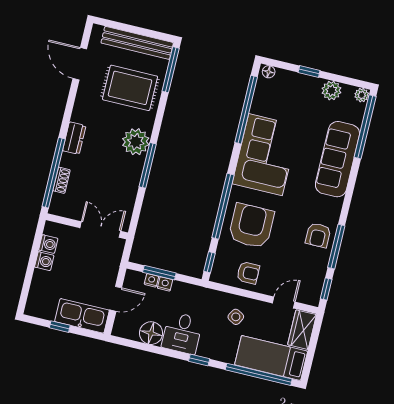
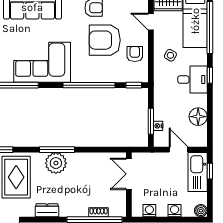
dresser: (74, 138) -> (47, 210), moved
window: (148, 165) -> (57, 150), moved
armchair: (251, 226) -> (105, 40), moved
washing machine: (44, 261) -> (175, 211), moved
nightstand: (165, 284) -> (158, 115), removed
boiler: (33, 308) -> (201, 211), added
window: (60, 327) -> (210, 171), moved
desk: (182, 333) -> (192, 80), moved

